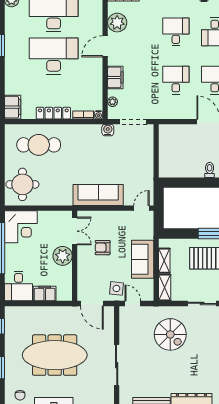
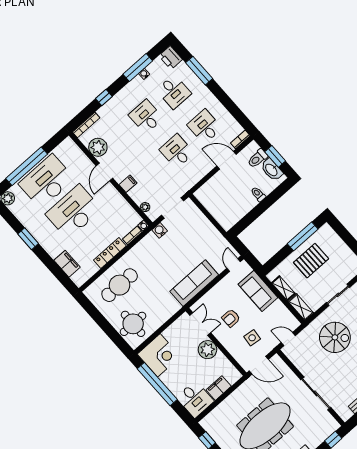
filing cabinet: (115, 77) -> (128, 184), width x0.50
filing cabinet: (13, 107) -> (67, 264), moved
sofa: (143, 259) -> (258, 291), moved
side table: (116, 288) -> (252, 338), moved

